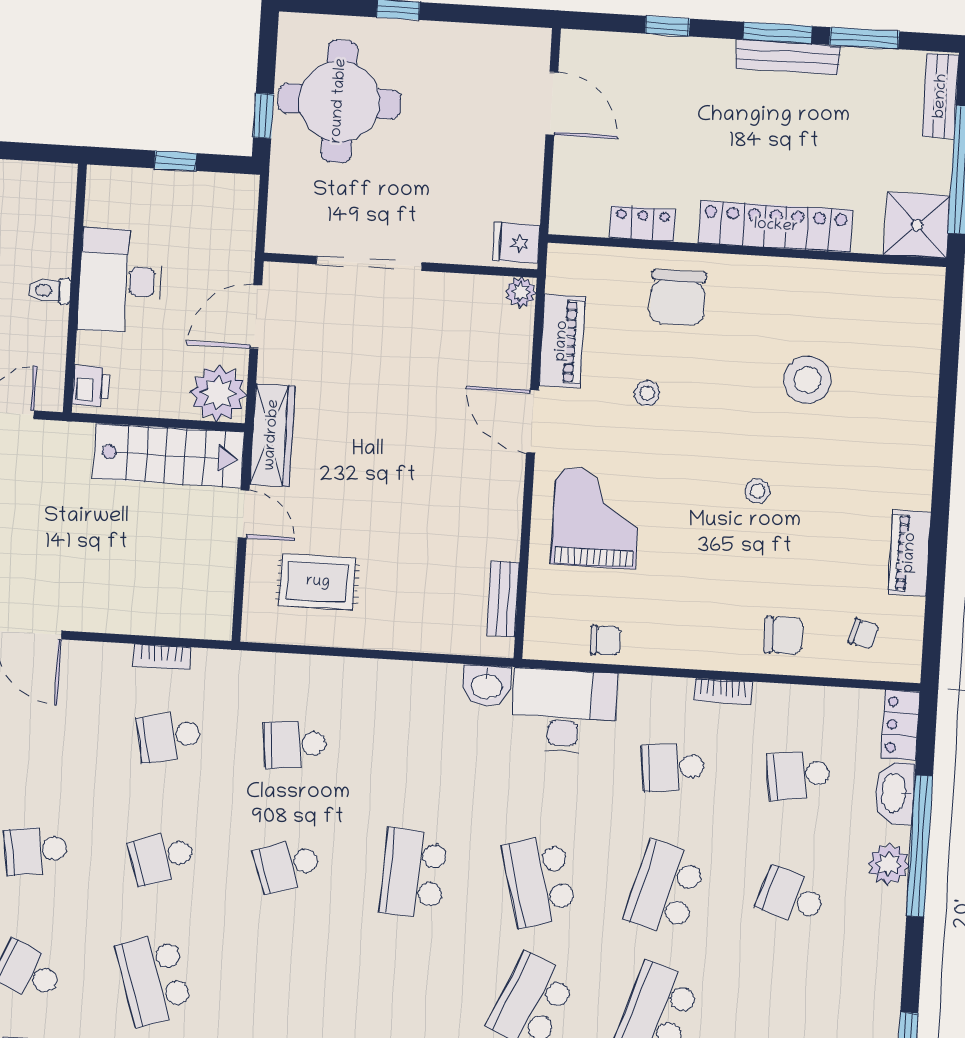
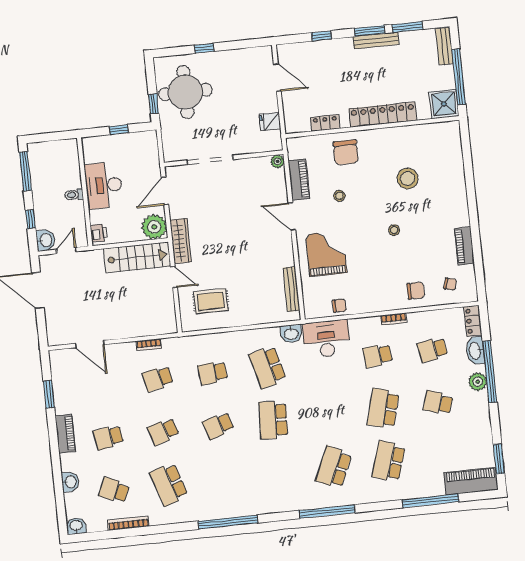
fridge: (516, 243) -> (270, 122), moved
bench: (503, 599) -> (291, 289), width x1.36
school desk: (539, 881) -> (268, 367), moved

